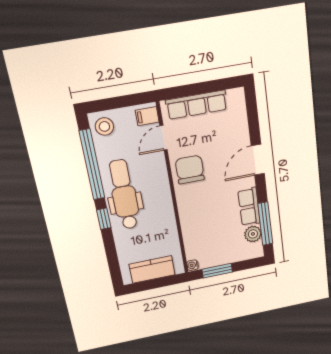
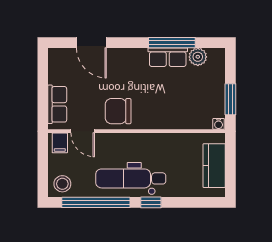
row of seats: (197, 105) -> (57, 104), width x0.68
door: (258, 160) -> (91, 43), moved
window: (265, 224) -> (172, 43), moved

